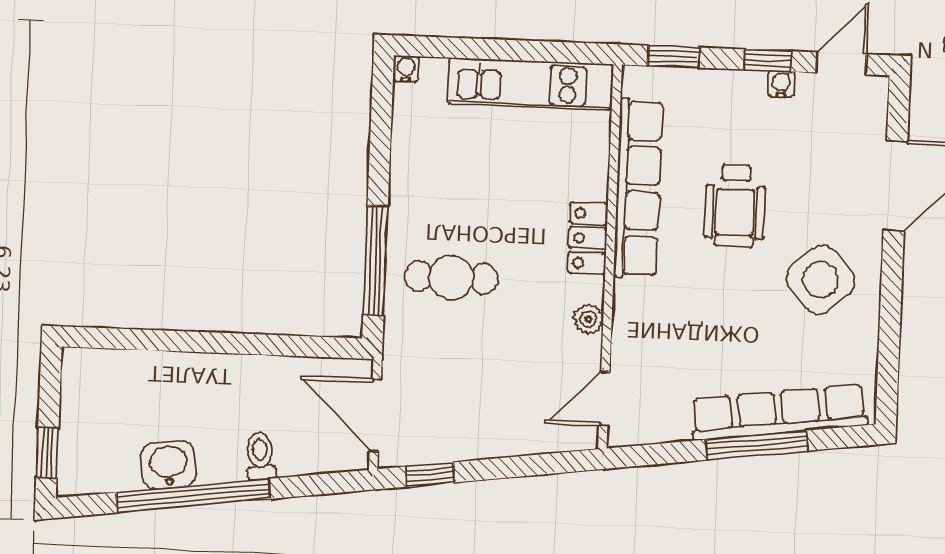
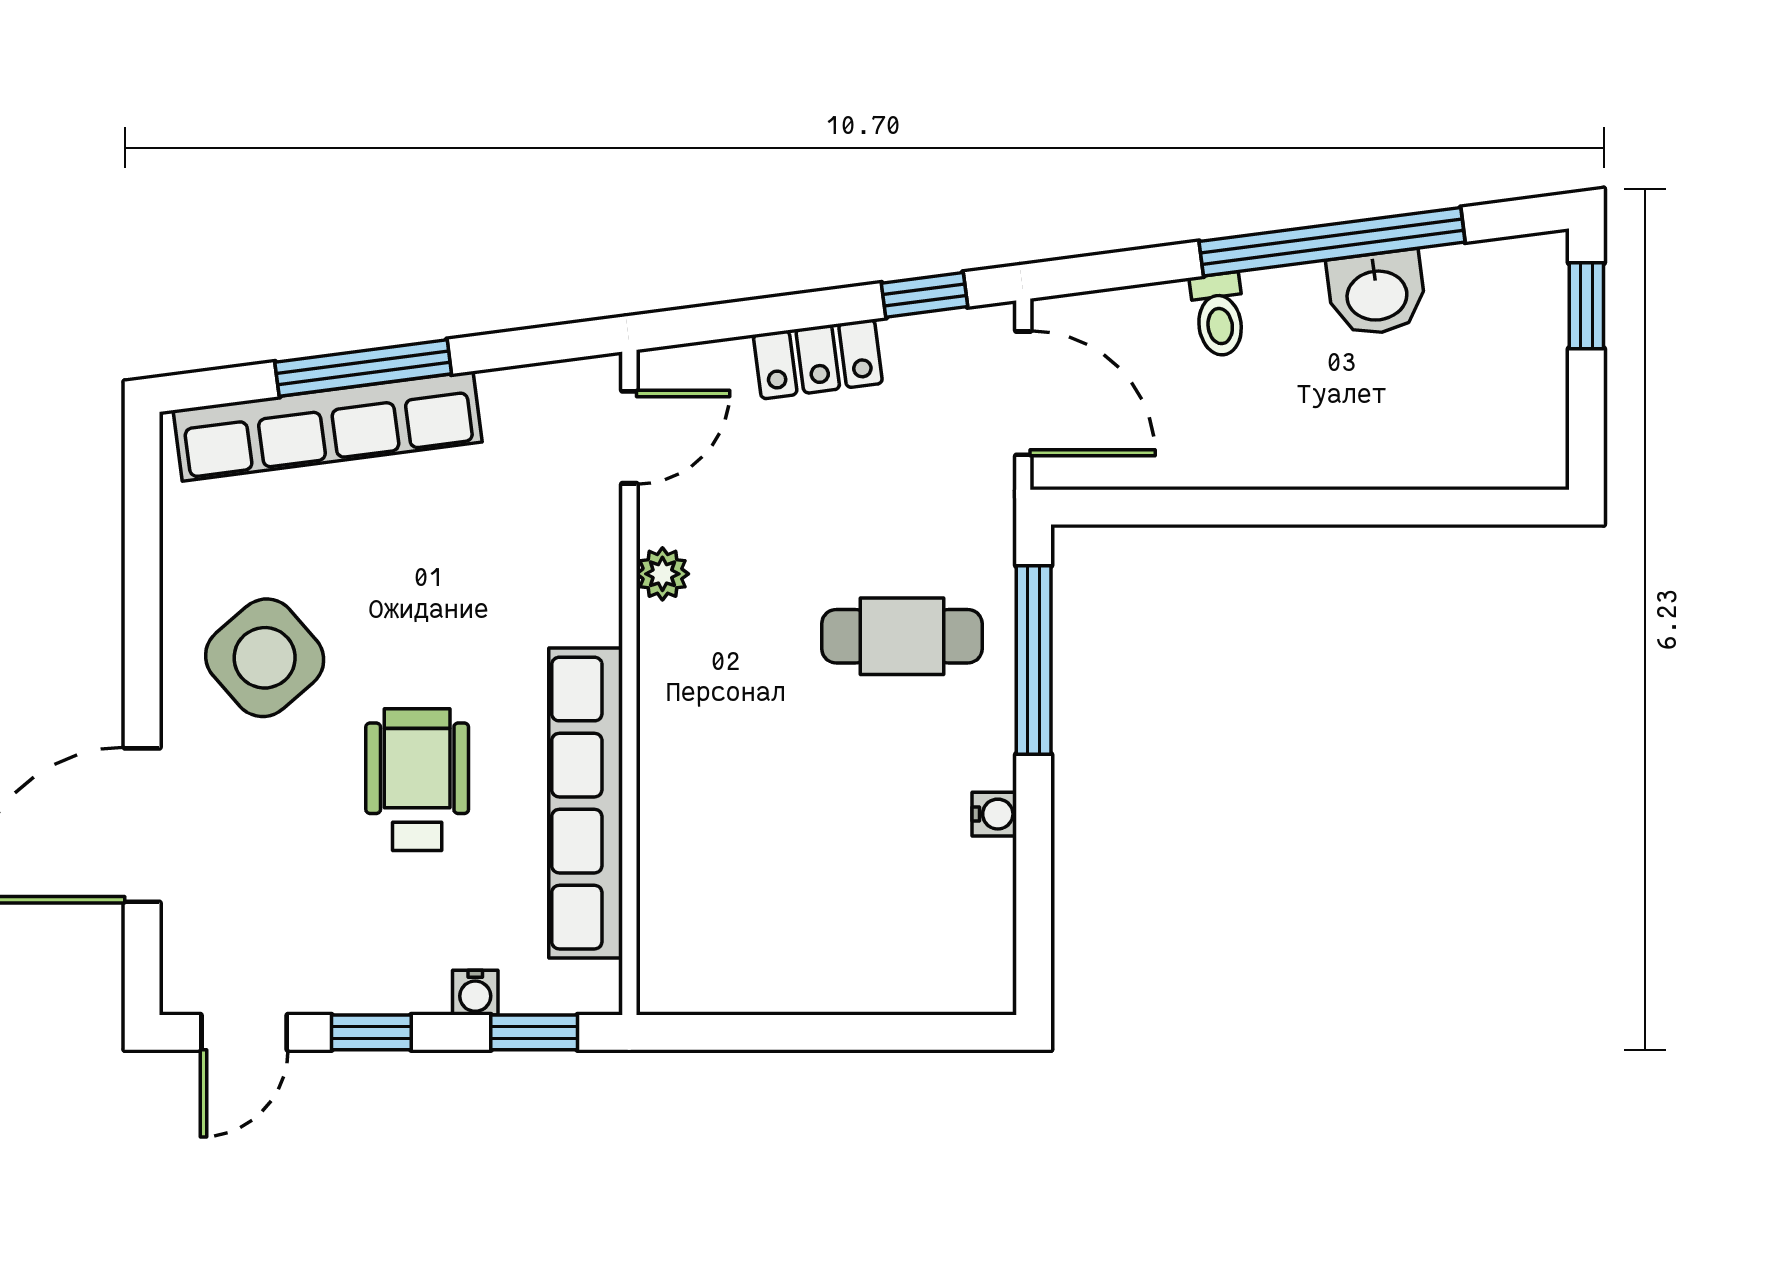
water cooler: (406, 69) -> (994, 814), moved, turned -90
kitchen unit: (530, 84) -> (779, 975), removed
water cooler: (781, 84) -> (475, 993), moved
locker: (588, 238) -> (818, 359), moved, turned 83

